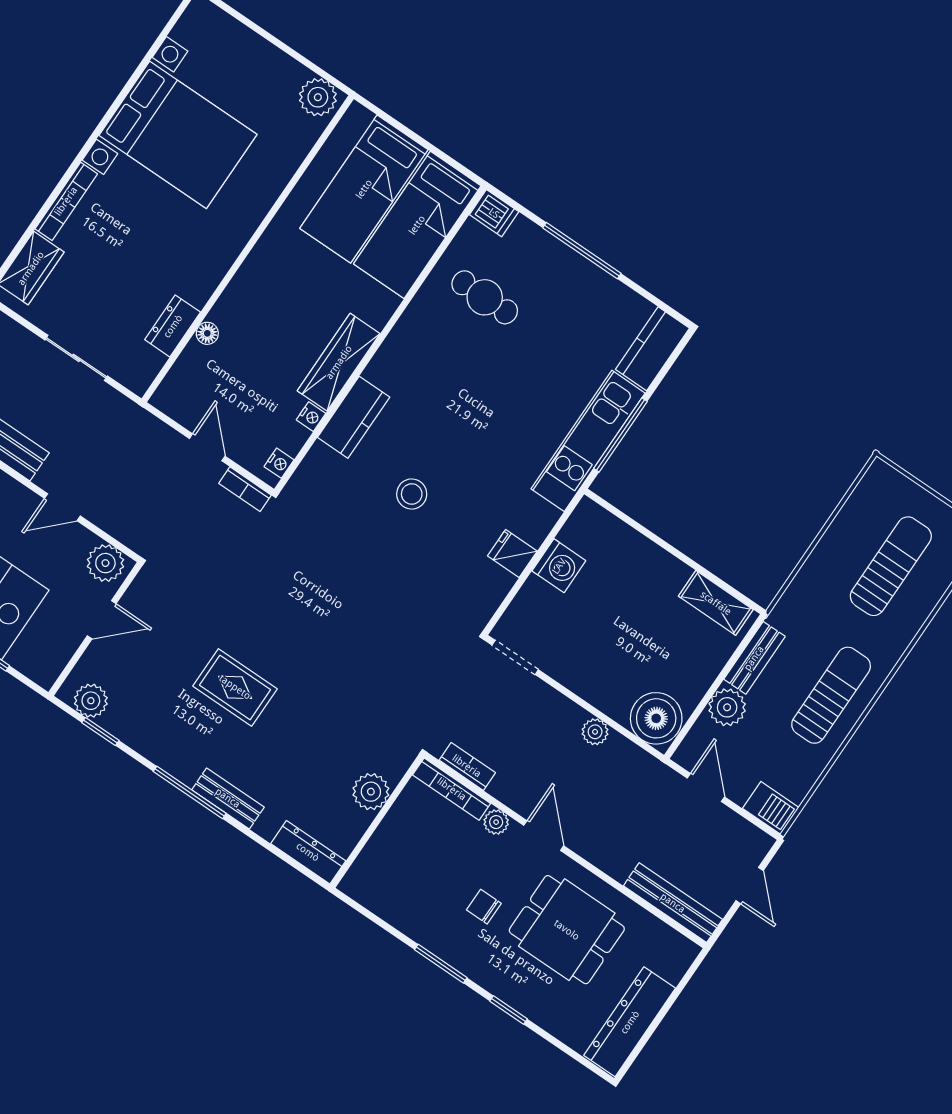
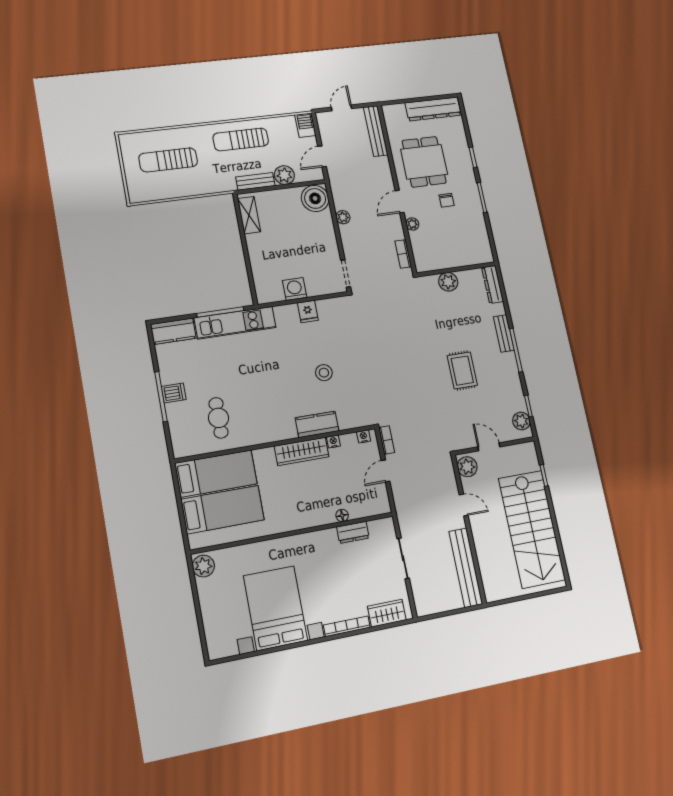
dishwasher: (494, 213) -> (174, 393), moved, turned 90
bookcase: (452, 789) -> (417, 252), removed

